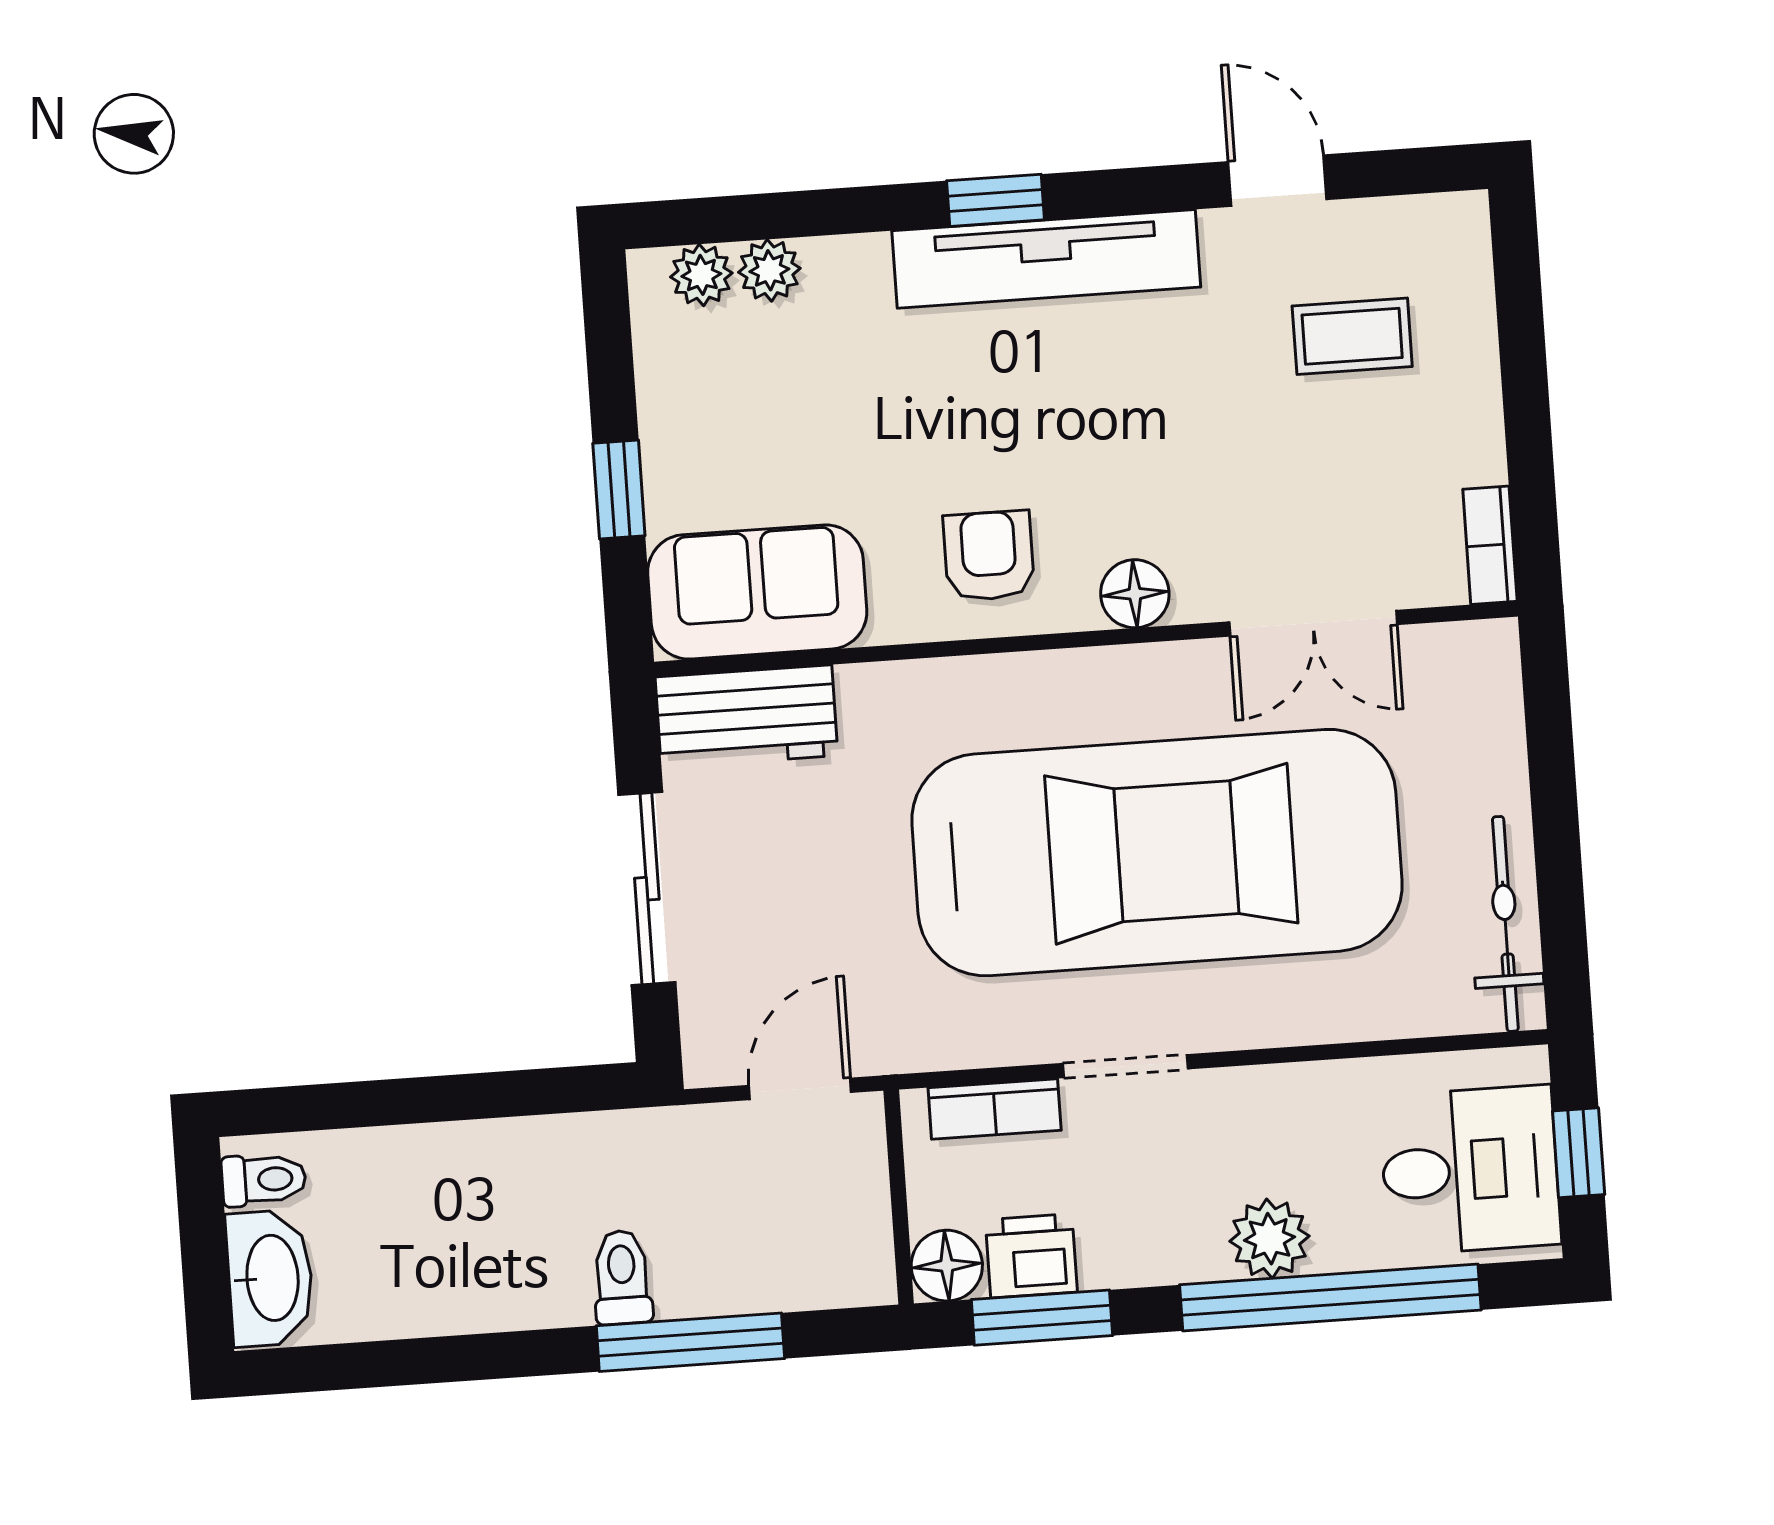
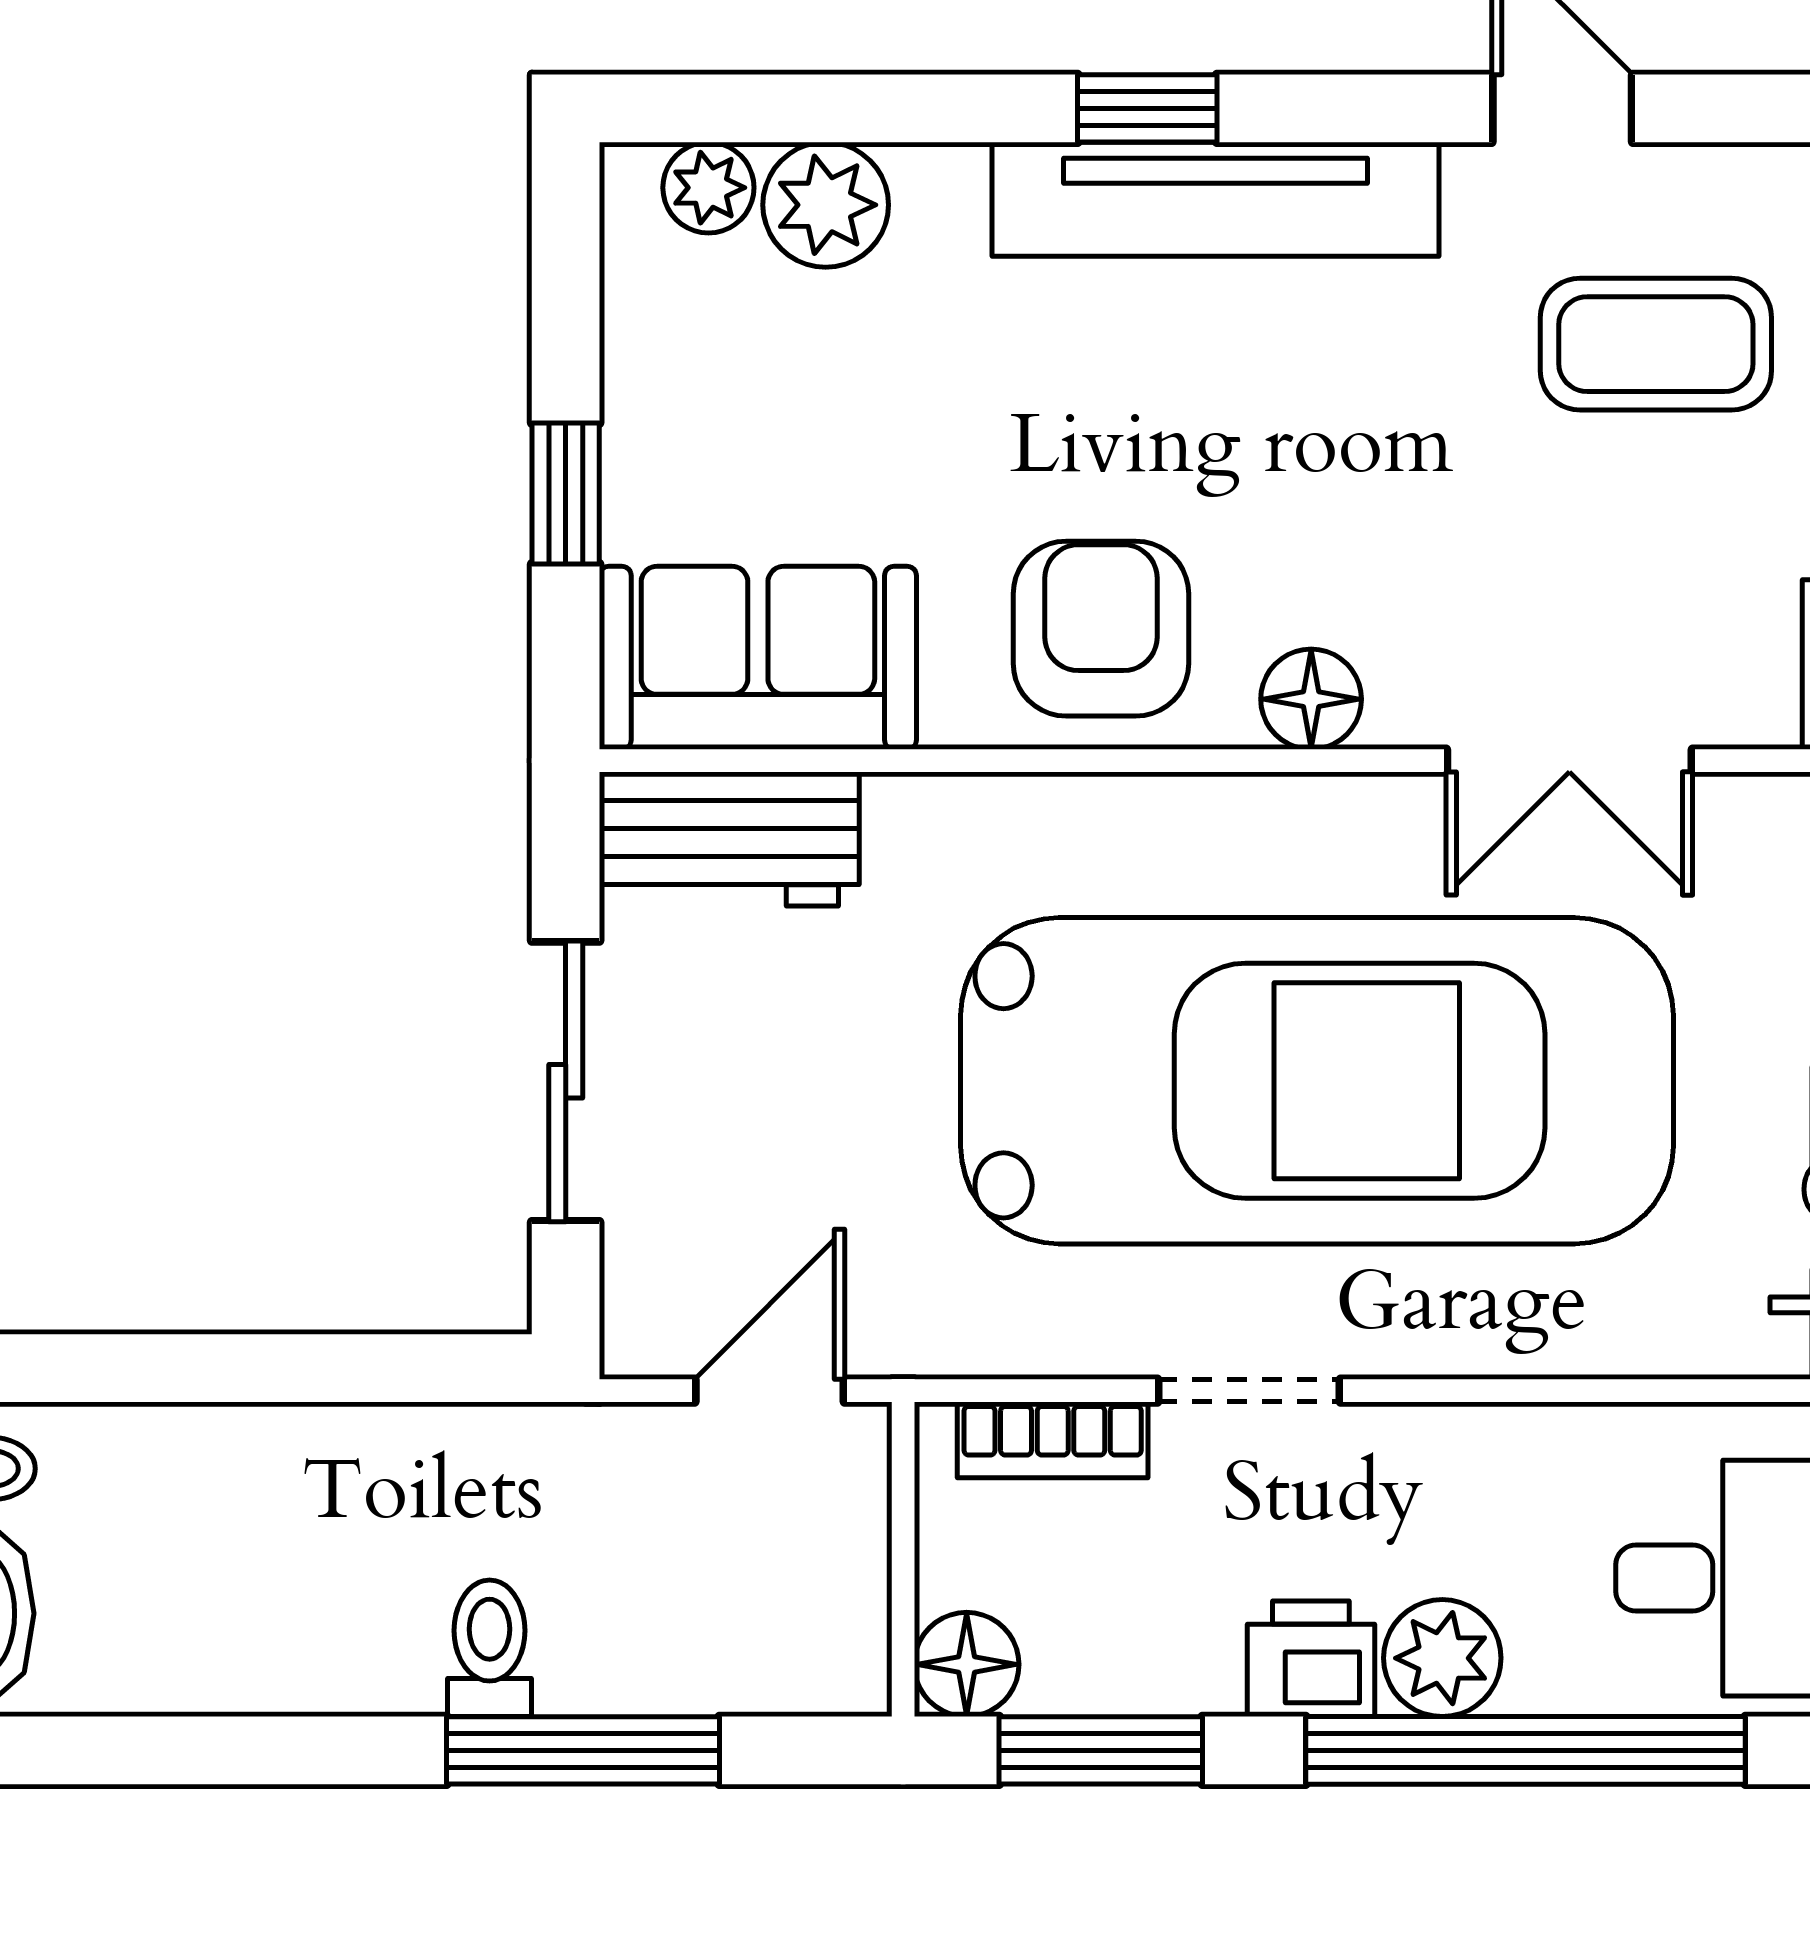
plant: (769, 270) -> (826, 205), width x1.38, depth x1.38
coffee table: (1352, 336) -> (1656, 344), width x1.36, depth x1.30
armchair: (989, 556) -> (1101, 629), width x1.38, depth x1.38
printer: (1031, 1256) -> (1311, 1659), moved

